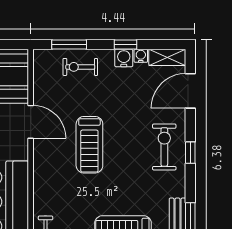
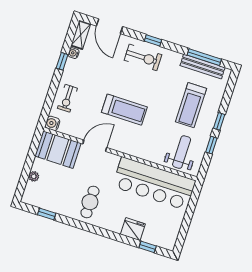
window: (69, 45) -> (49, 101), removed
water cooler: (124, 58) -> (52, 123), moved
exercise bike: (164, 147) -> (143, 57), turned 180

